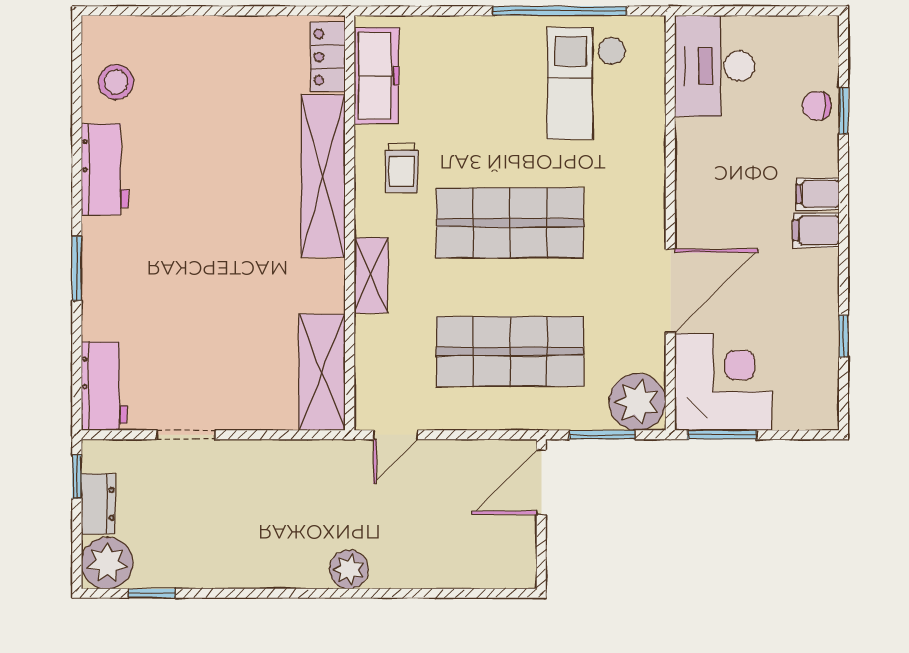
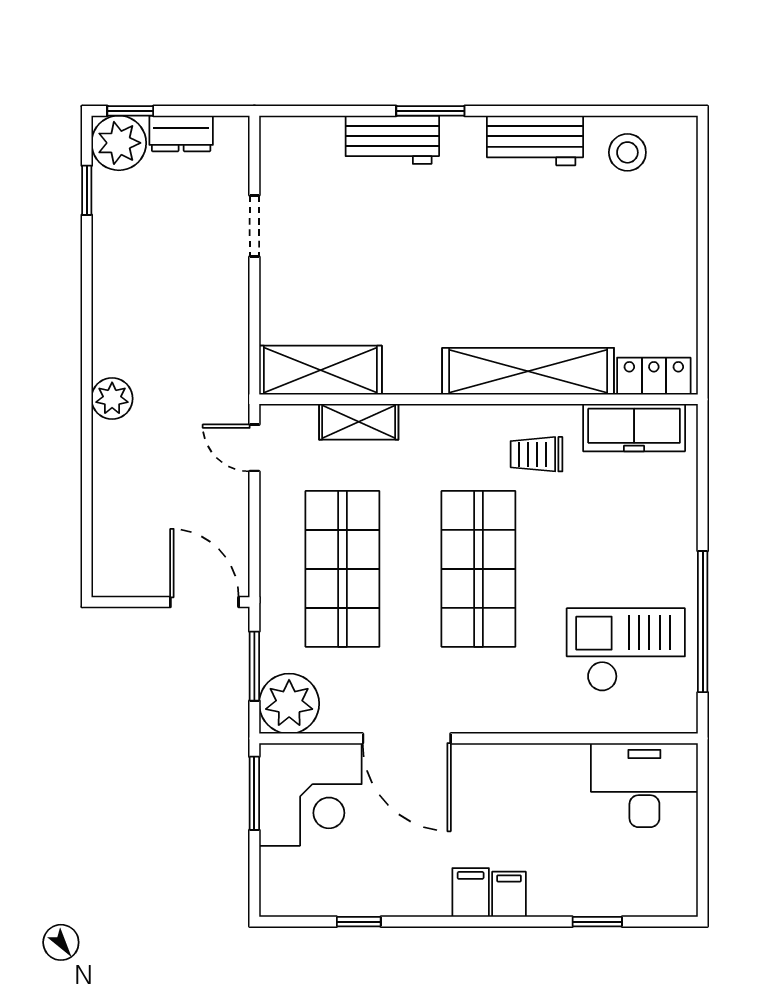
chair: (817, 106) -> (602, 893), removed
shelving: (371, 275) -> (359, 422), moved
workbench: (104, 386) -> (392, 140), moved
window: (77, 477) -> (130, 111), moved

